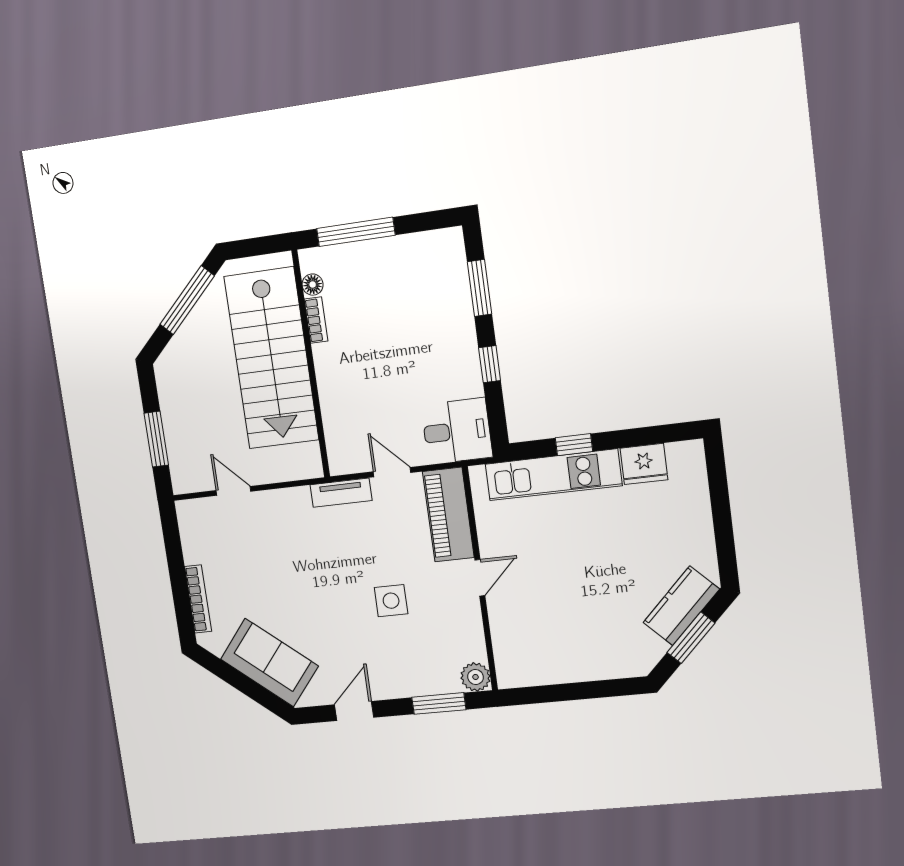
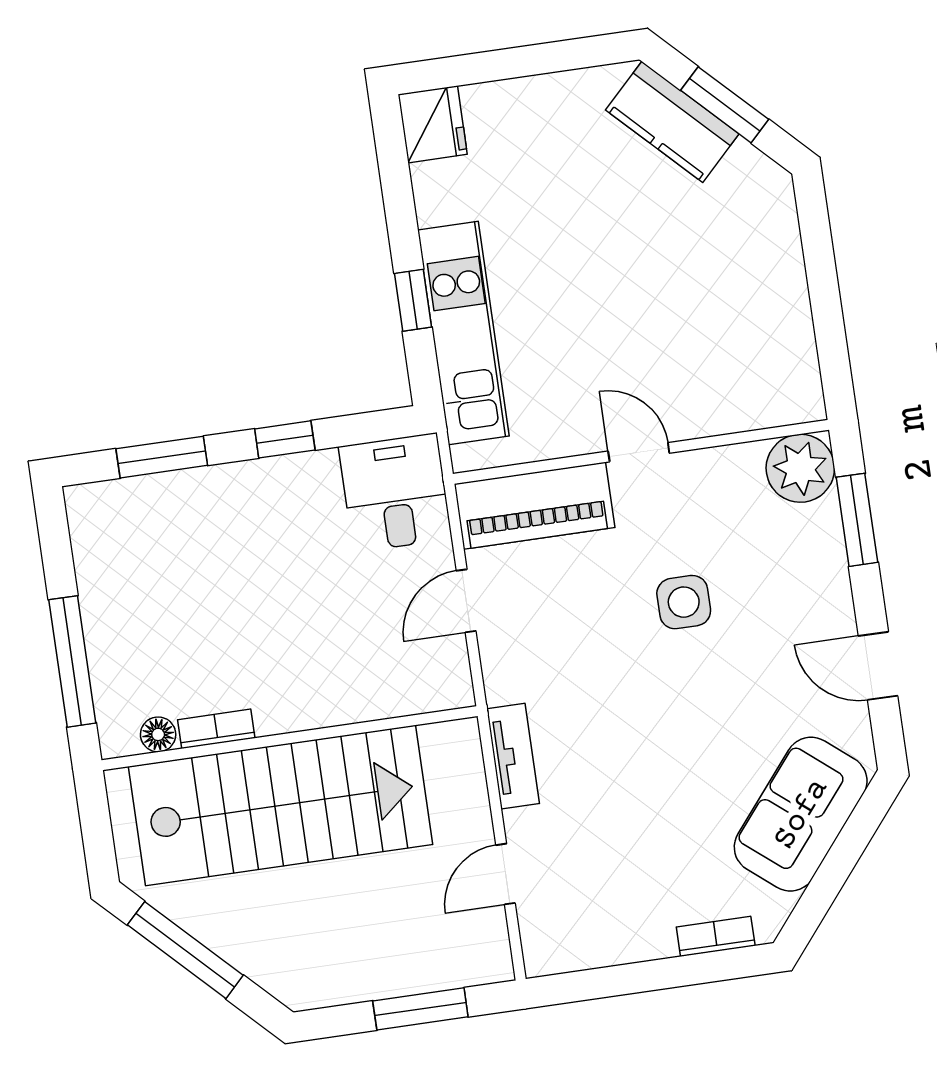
fridge: (644, 464) -> (433, 124), moved
tv unit: (341, 493) -> (513, 756), moved
bookcase: (198, 599) -> (716, 936), width x0.64
plant: (475, 677) -> (800, 468), width x1.36, depth x1.36

